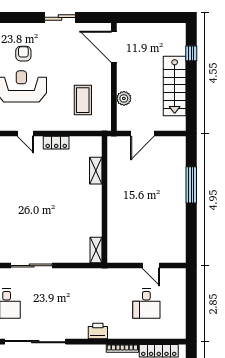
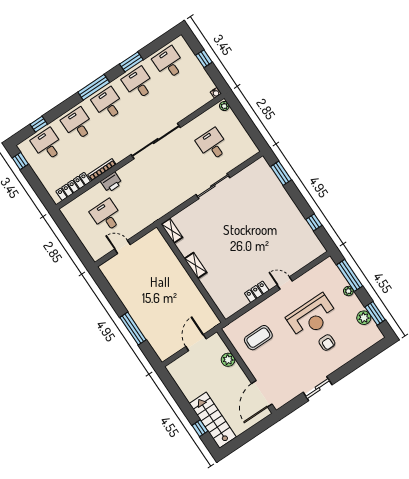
door: (114, 47) -> (262, 394), swing flipped
stairs: (175, 86) -> (213, 420), moved
coffee table: (83, 100) -> (258, 338), turned 90
shelving: (96, 171) -> (196, 265), moved
printer: (98, 331) -> (111, 182), moved
sliding door: (35, 342) -> (156, 141), moved

